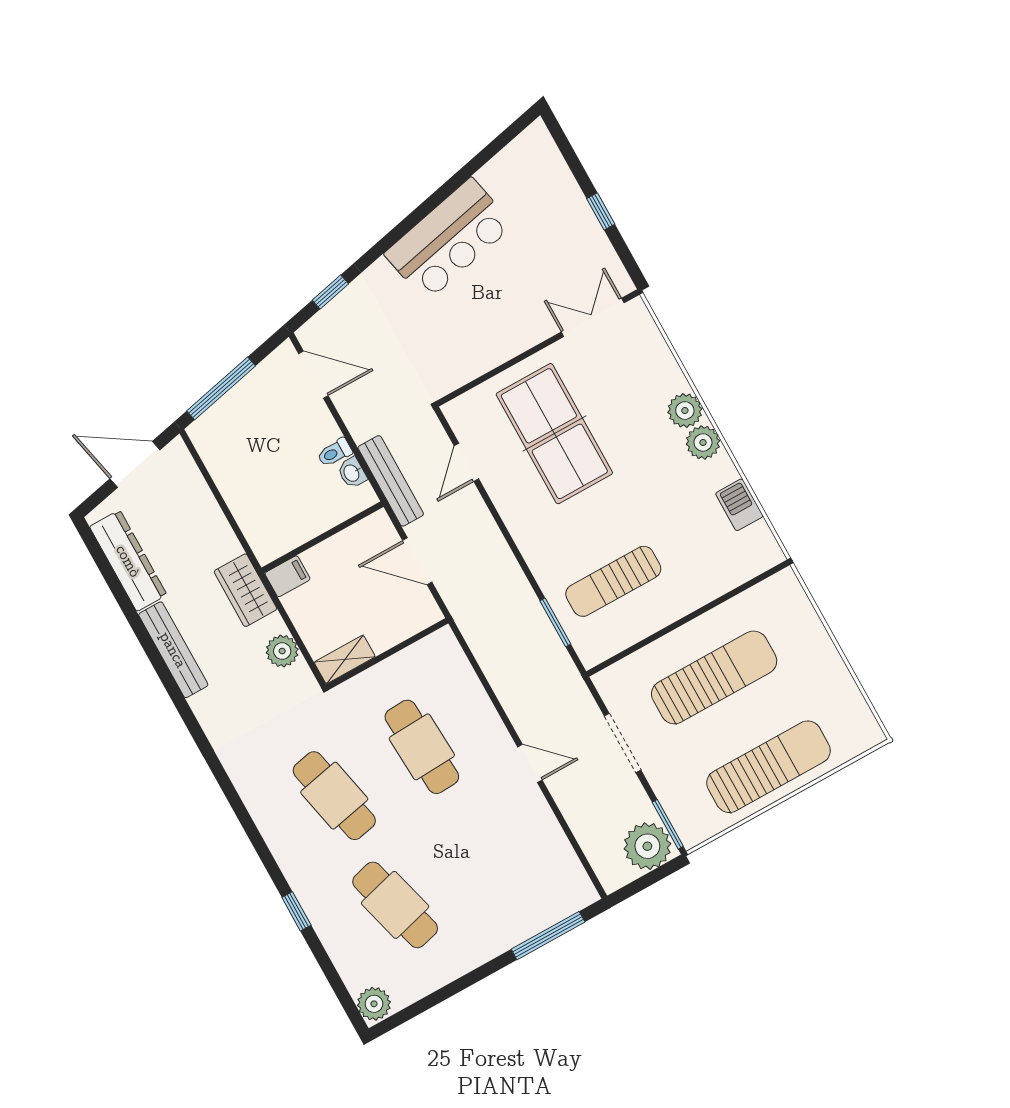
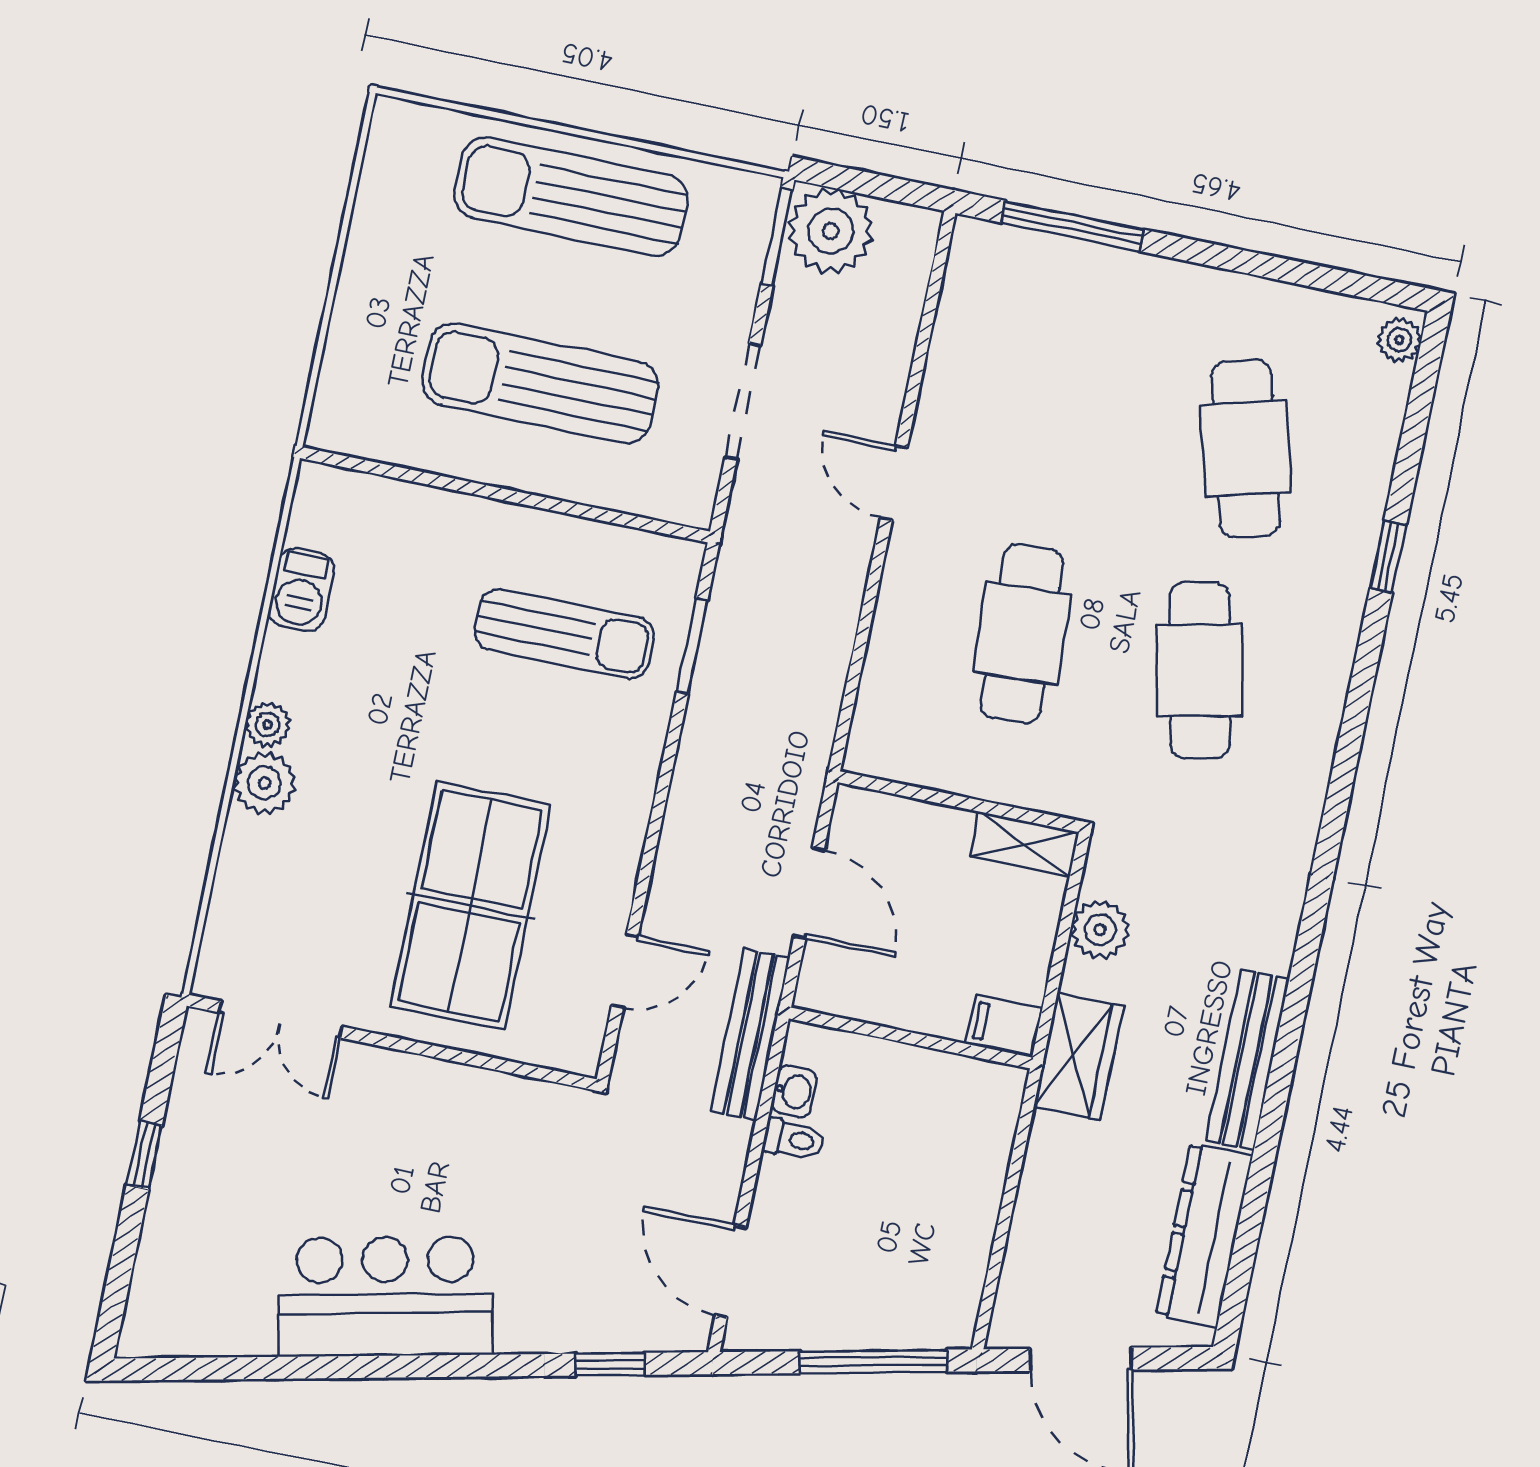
plant: (703, 442) -> (268, 724), width x0.73, depth x0.73
plant: (374, 1004) -> (1399, 340), width x0.73, depth x0.73

